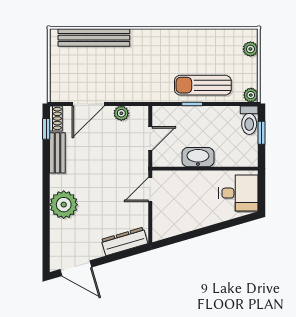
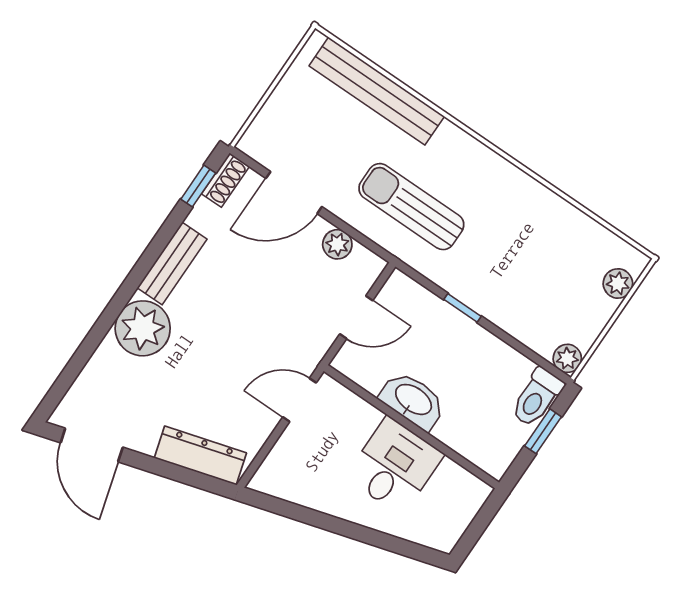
sun lounger: (203, 85) -> (411, 207), moved
bench: (57, 153) -> (172, 264), moved
desk: (238, 193) -> (394, 466), moved, turned -90

